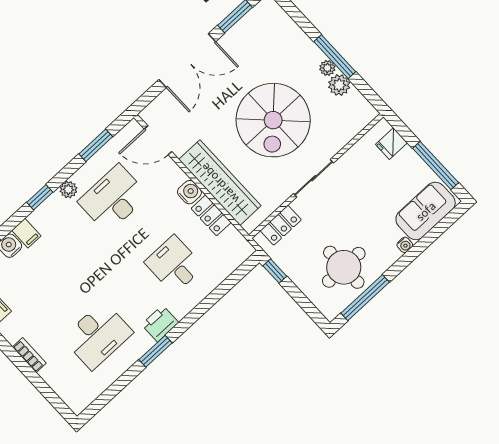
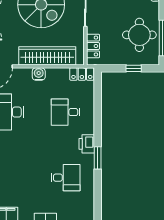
locker: (211, 215) -> (82, 74), moved
window: (275, 271) -> (134, 68), moved
desk: (98, 335) -> (66, 178), width x0.73

